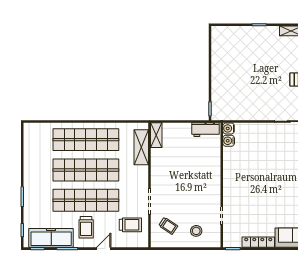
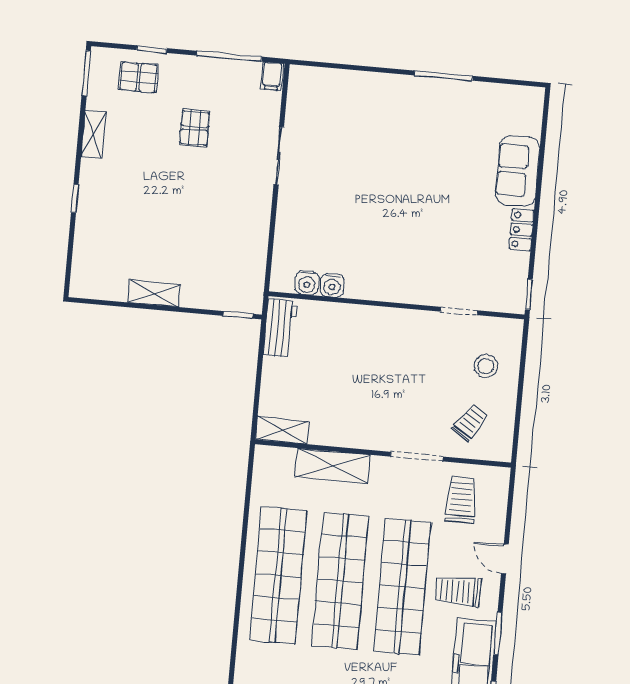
shelving: (217, 67) -> (154, 293), added
water cooler: (229, 128) -> (332, 285), moved
shelving: (141, 147) -> (332, 466), moved
trolley: (86, 227) -> (458, 591), turned 180
locker: (258, 242) -> (521, 230), width x0.66

